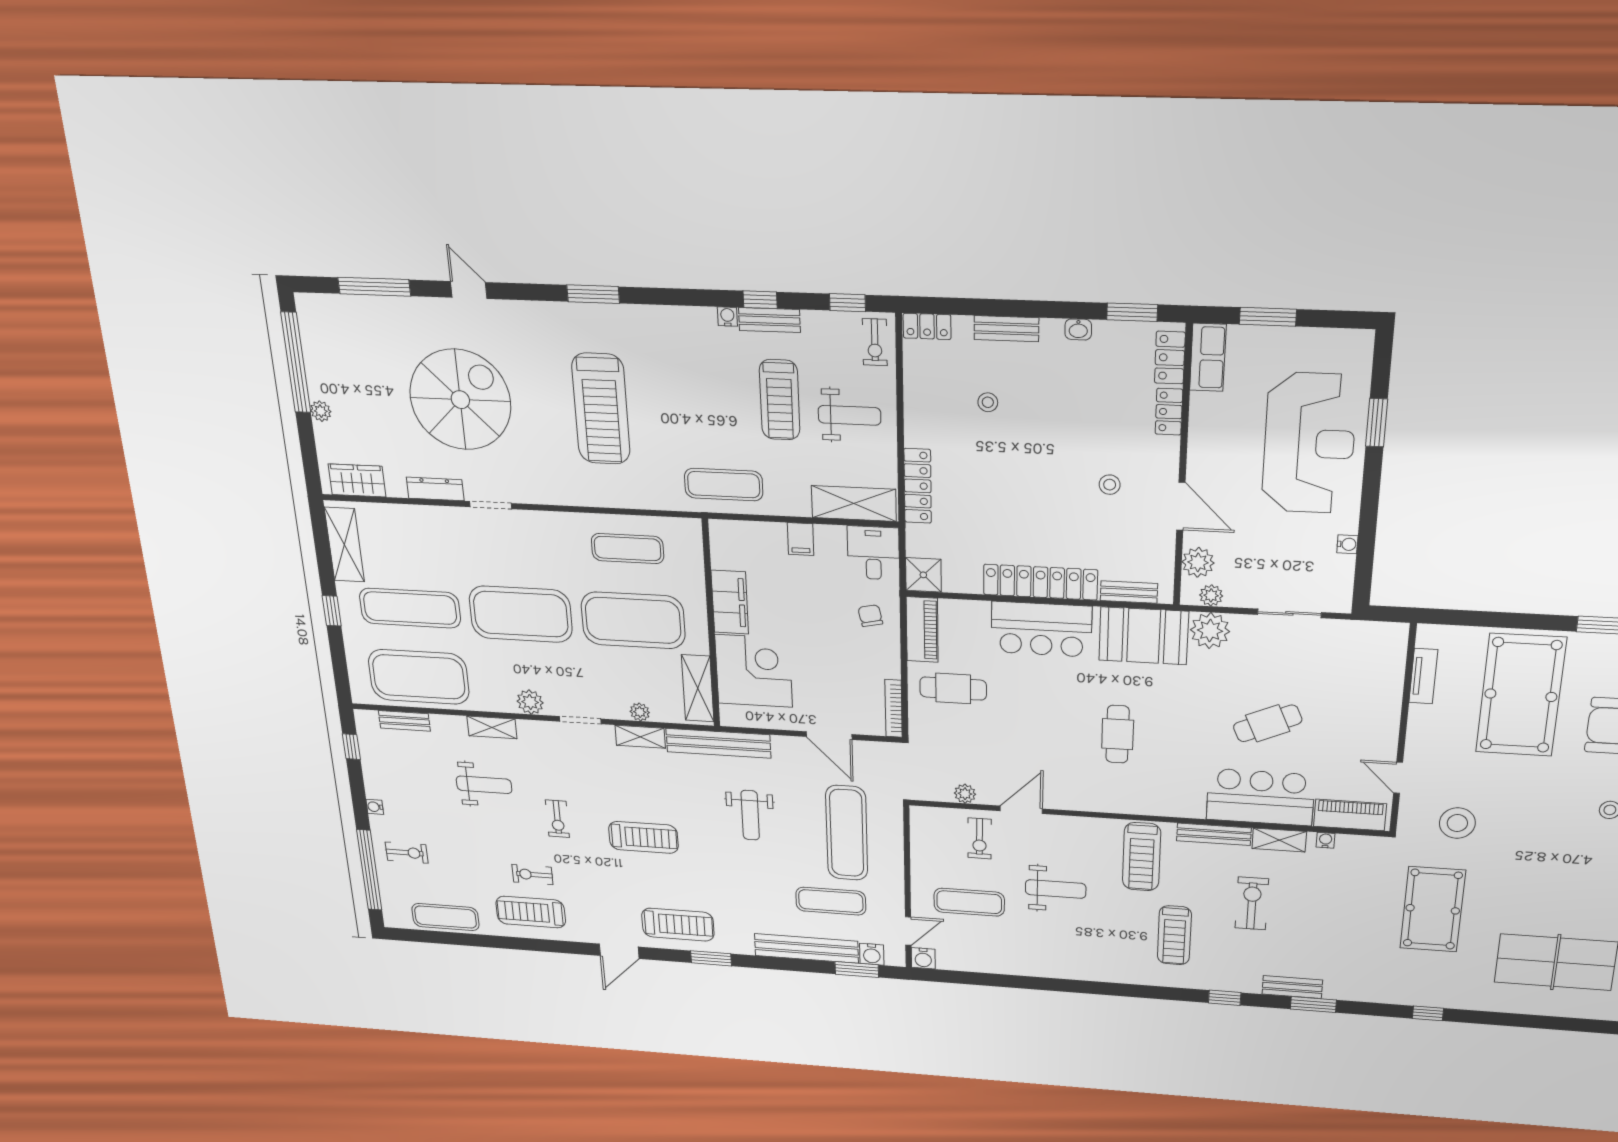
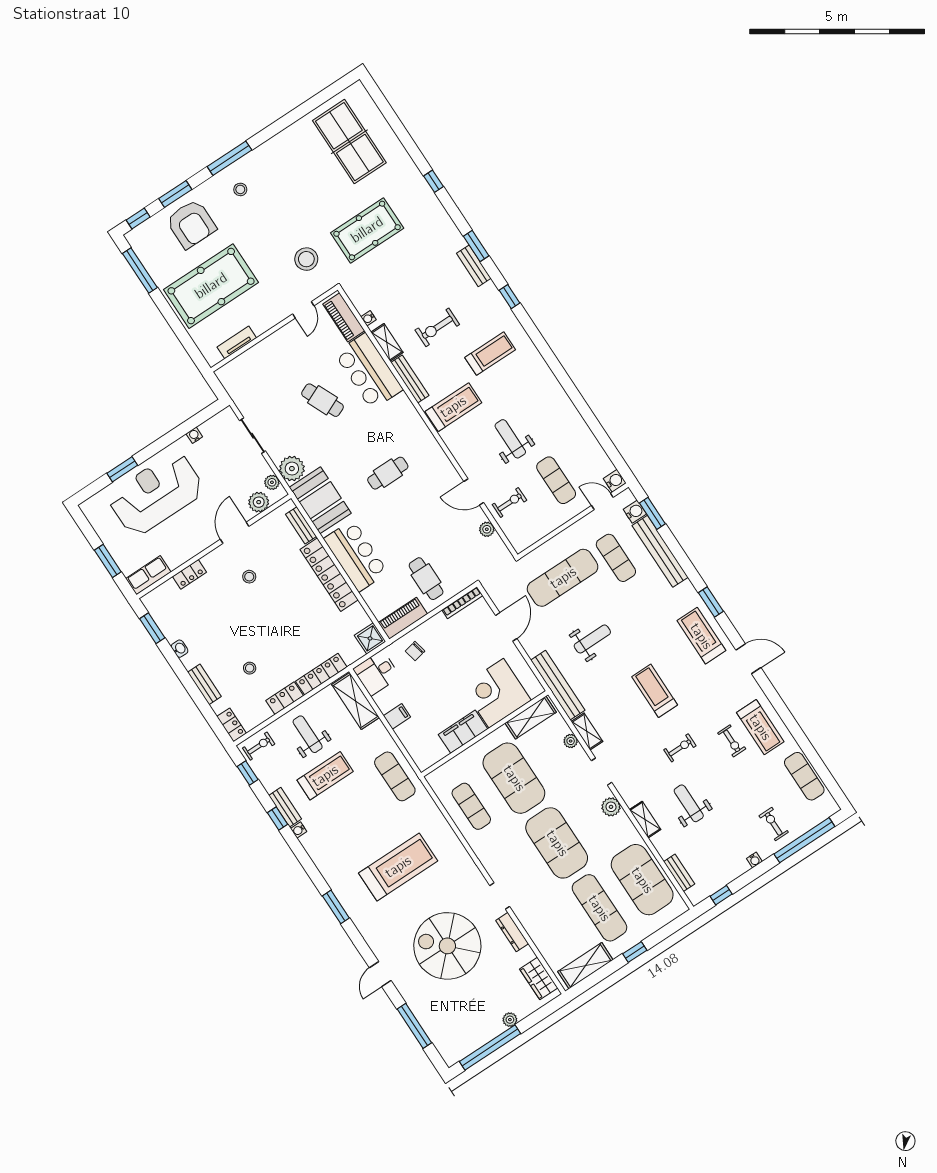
locker: (1170, 358) -> (285, 698), moved, turned 180

